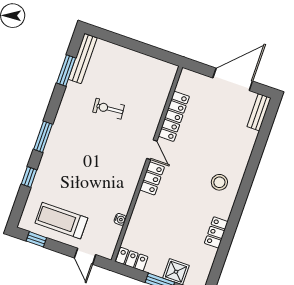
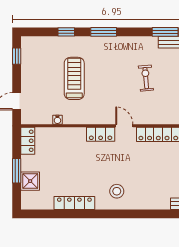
door: (152, 150) -> (124, 126), swing flipped
treadmill: (61, 221) -> (74, 78), moved
locker: (216, 232) -> (74, 203), width x1.53

